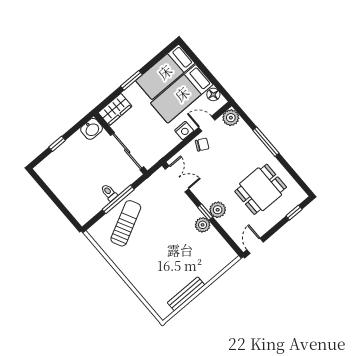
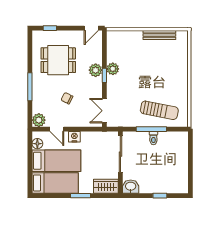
chair: (202, 145) -> (67, 98), moved
sun lounger: (126, 223) -> (159, 110), turned -142

